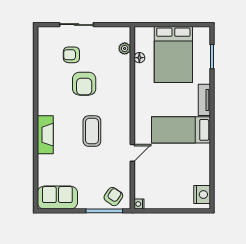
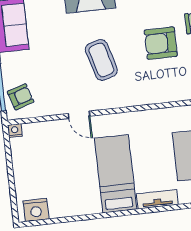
coffee table: (92, 131) -> (101, 60), turned 74
armchair: (113, 197) -> (21, 97), turned -52

